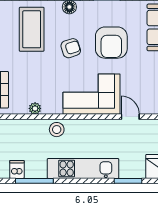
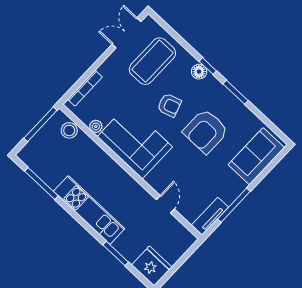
corner sofa: (92, 94) -> (135, 142), moved
stool: (57, 130) -> (69, 130), moved
dishwasher: (17, 169) -> (36, 161), removed

